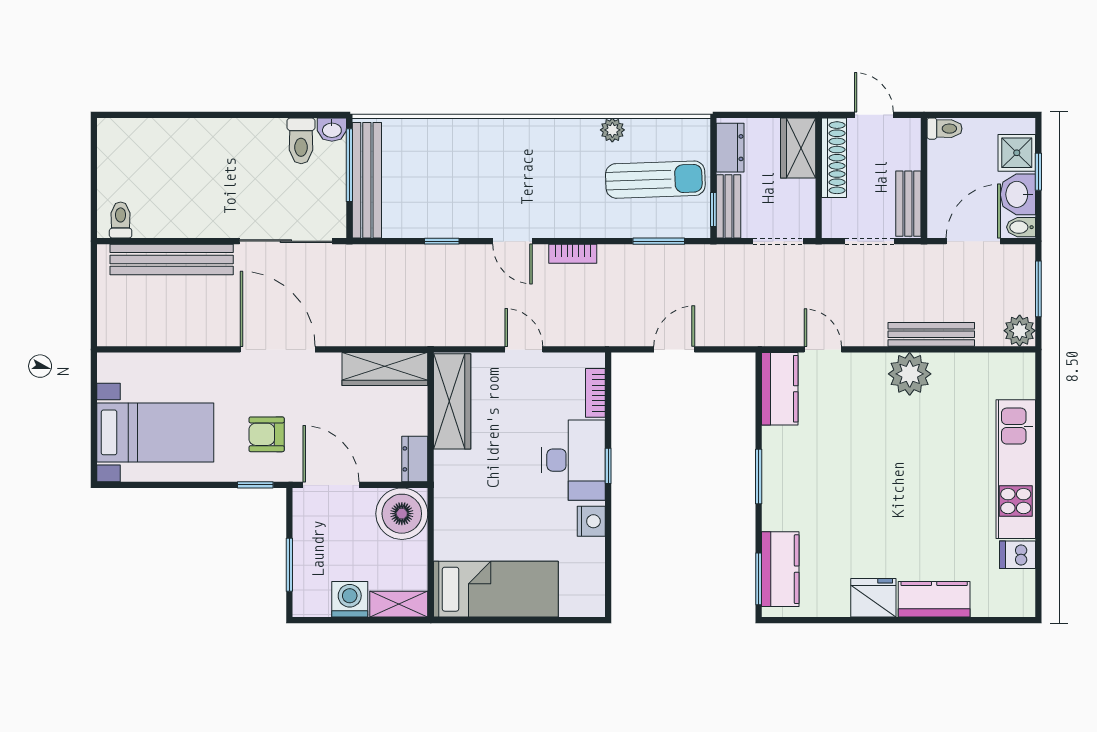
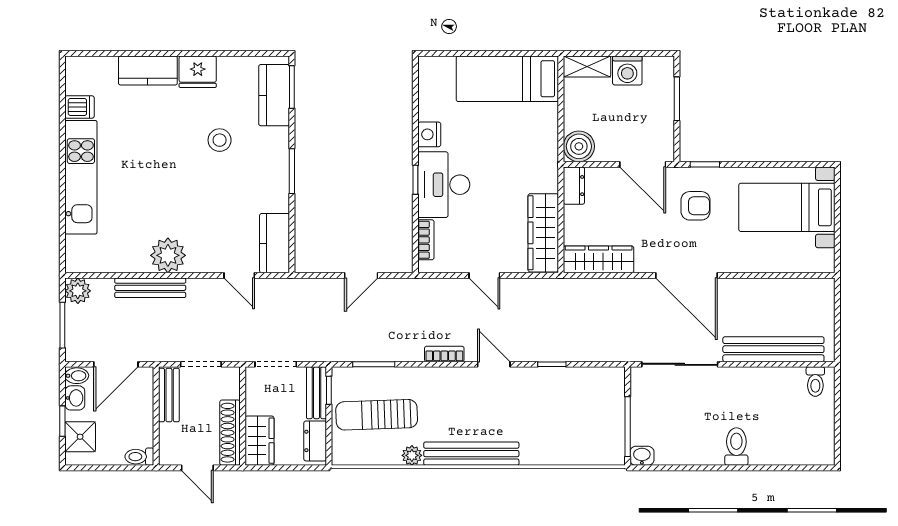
toilet: (301, 141) -> (736, 447), moved
bench: (367, 180) -> (471, 454), moved, turned 90
washbasin: (1018, 194) -> (75, 398), width x0.72, depth x0.69
boiler: (402, 514) -> (579, 146), width x0.73, depth x0.73
stool: (847, 514) -> (220, 140), added

